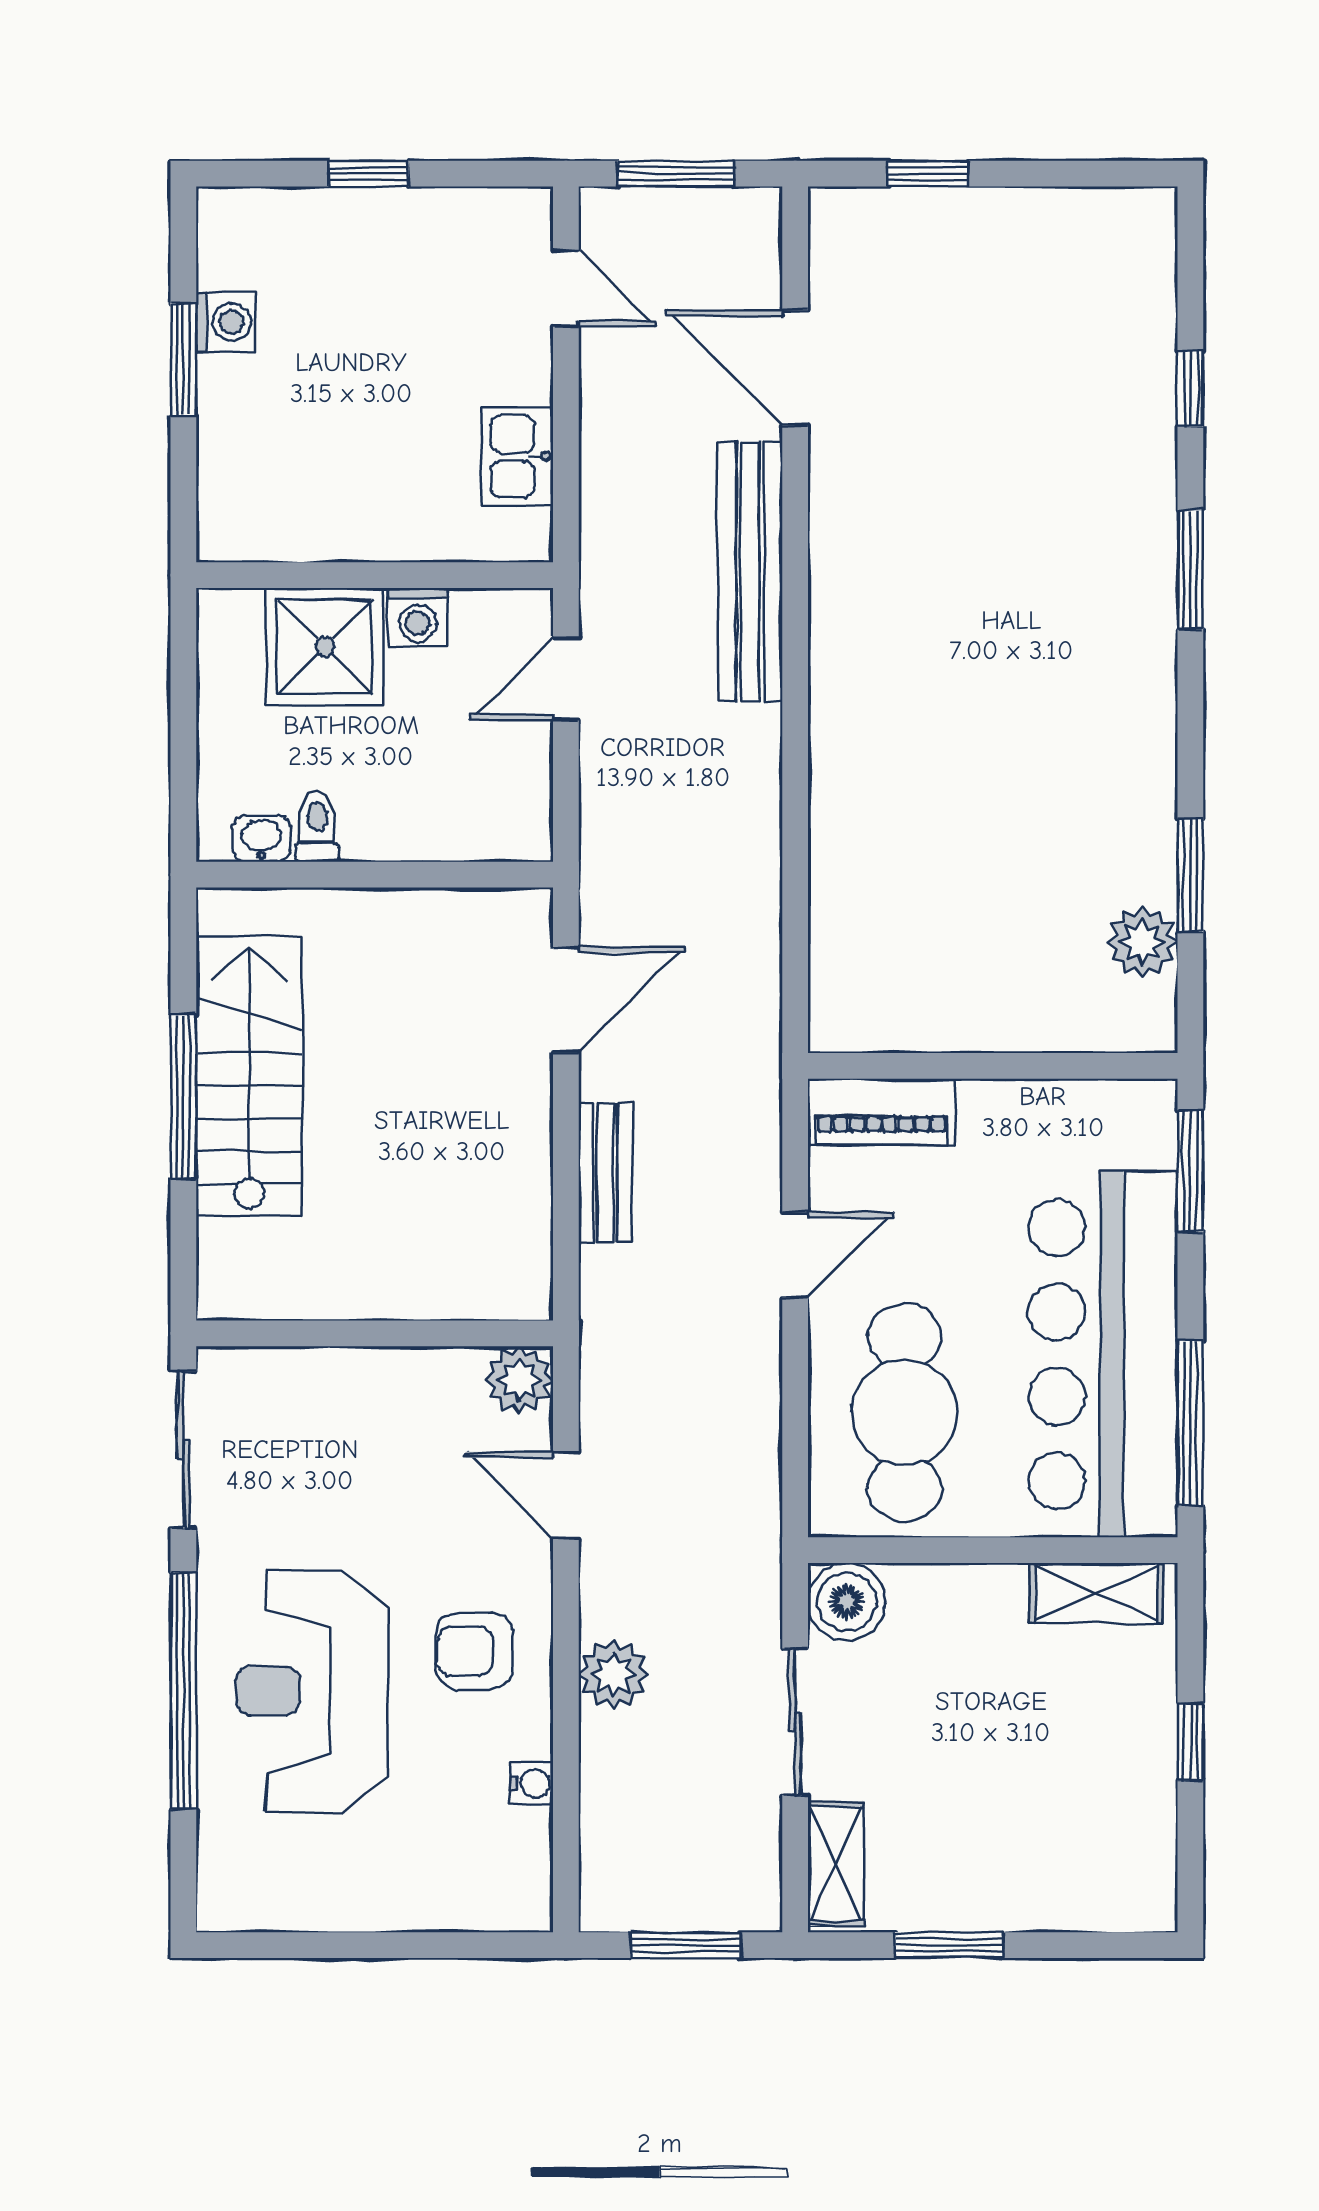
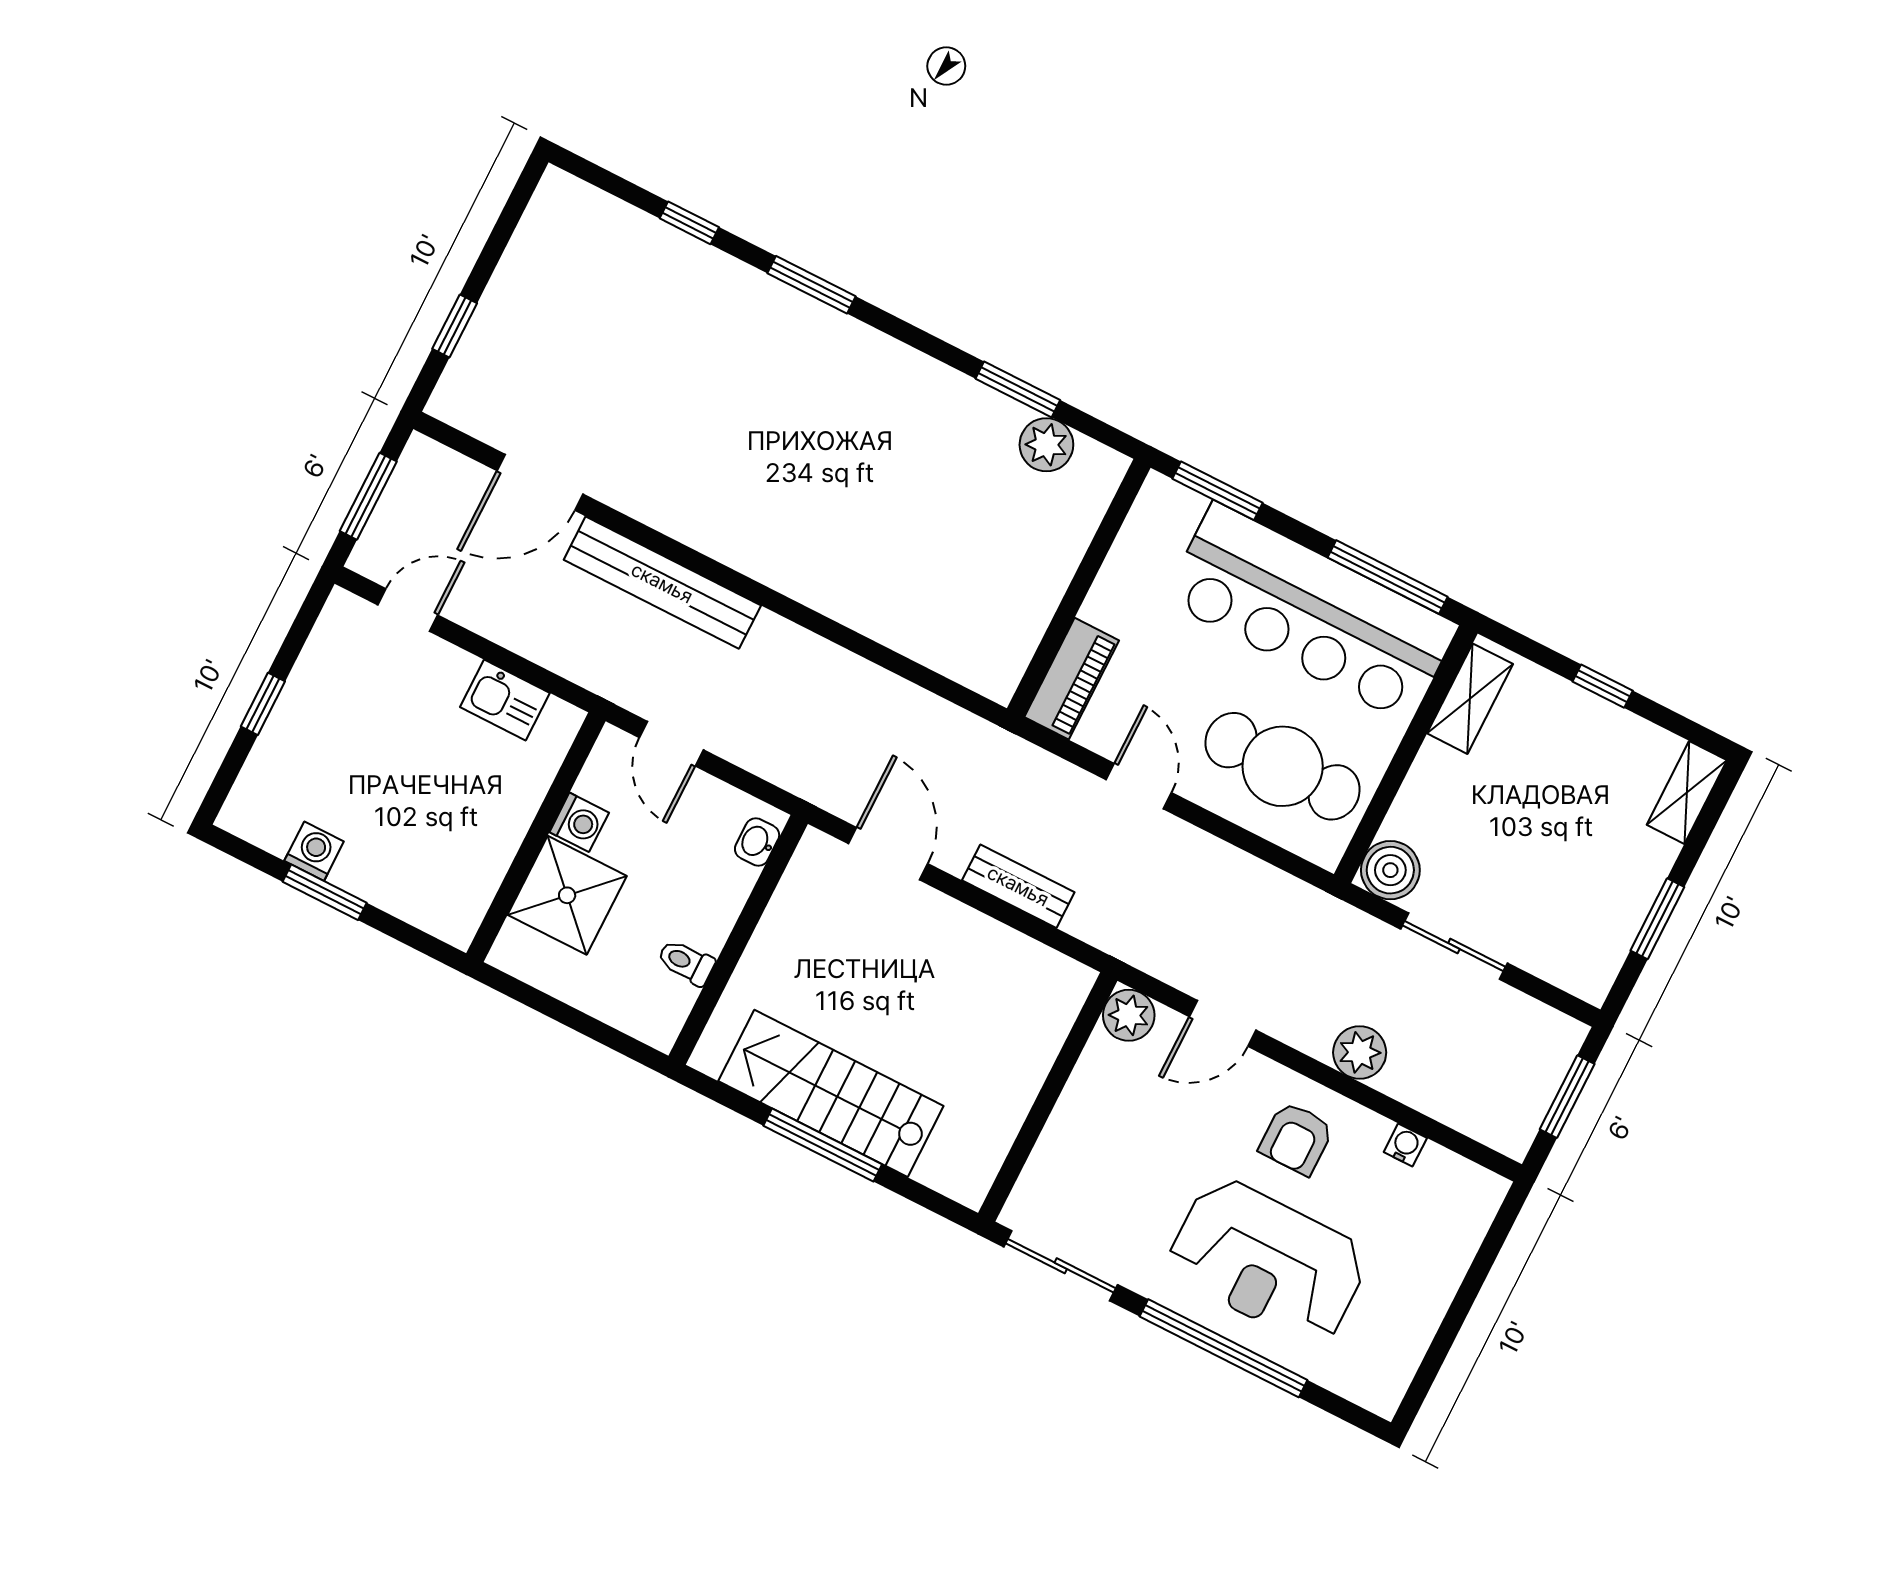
washbasin: (262, 839) -> (757, 842), moved
shelving: (836, 1864) -> (1687, 792), moved, turned 90

